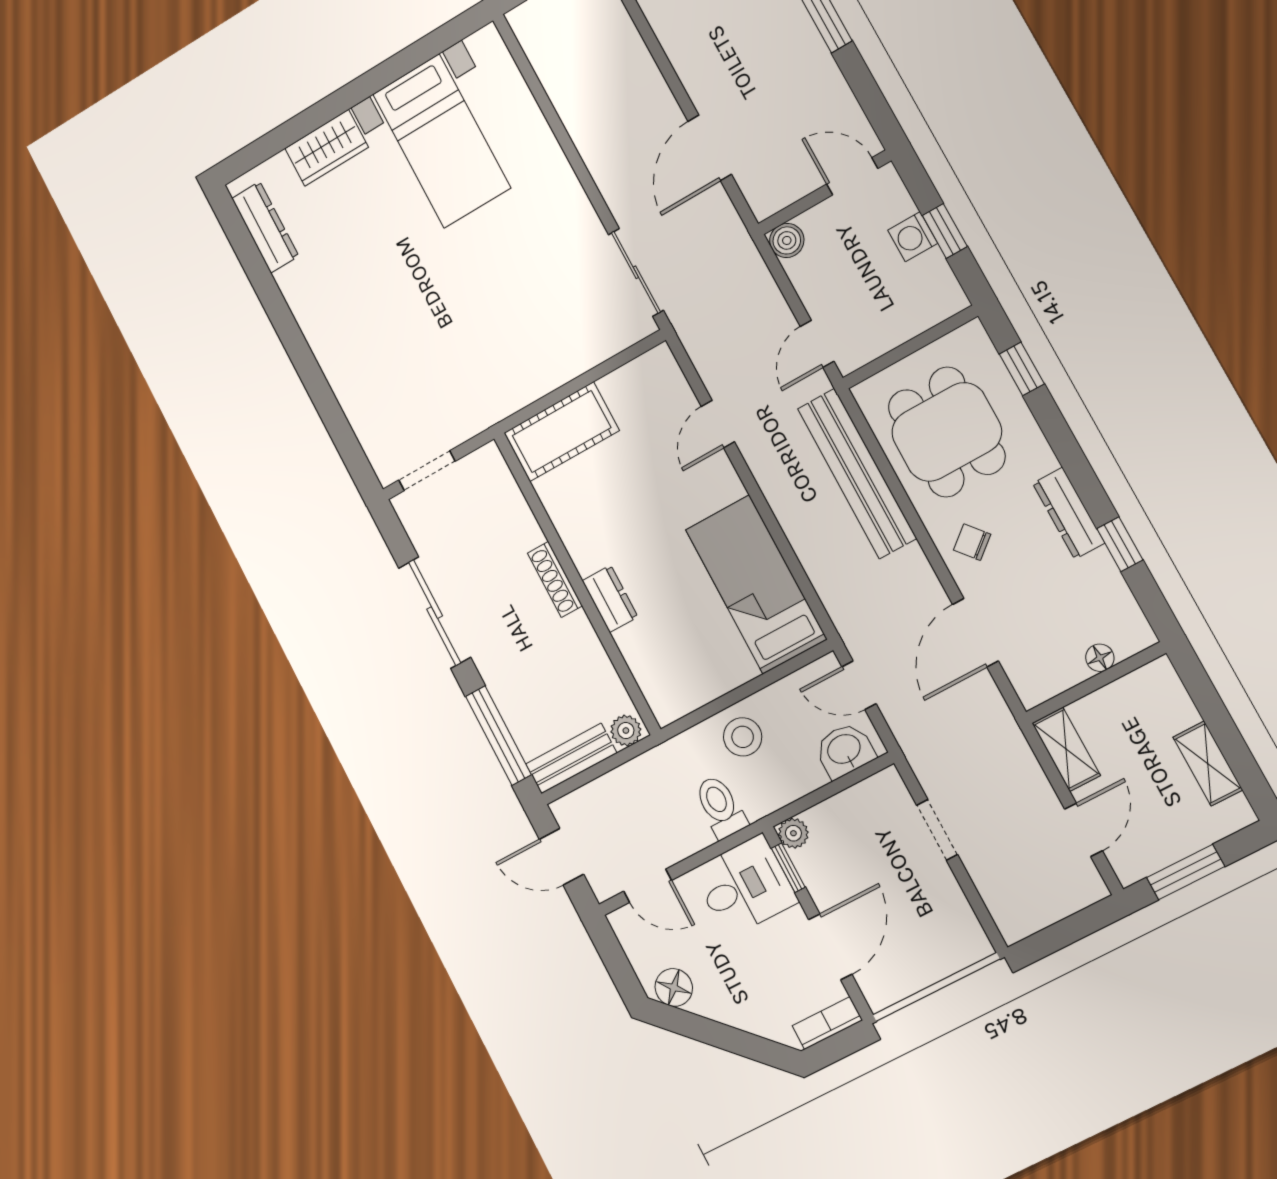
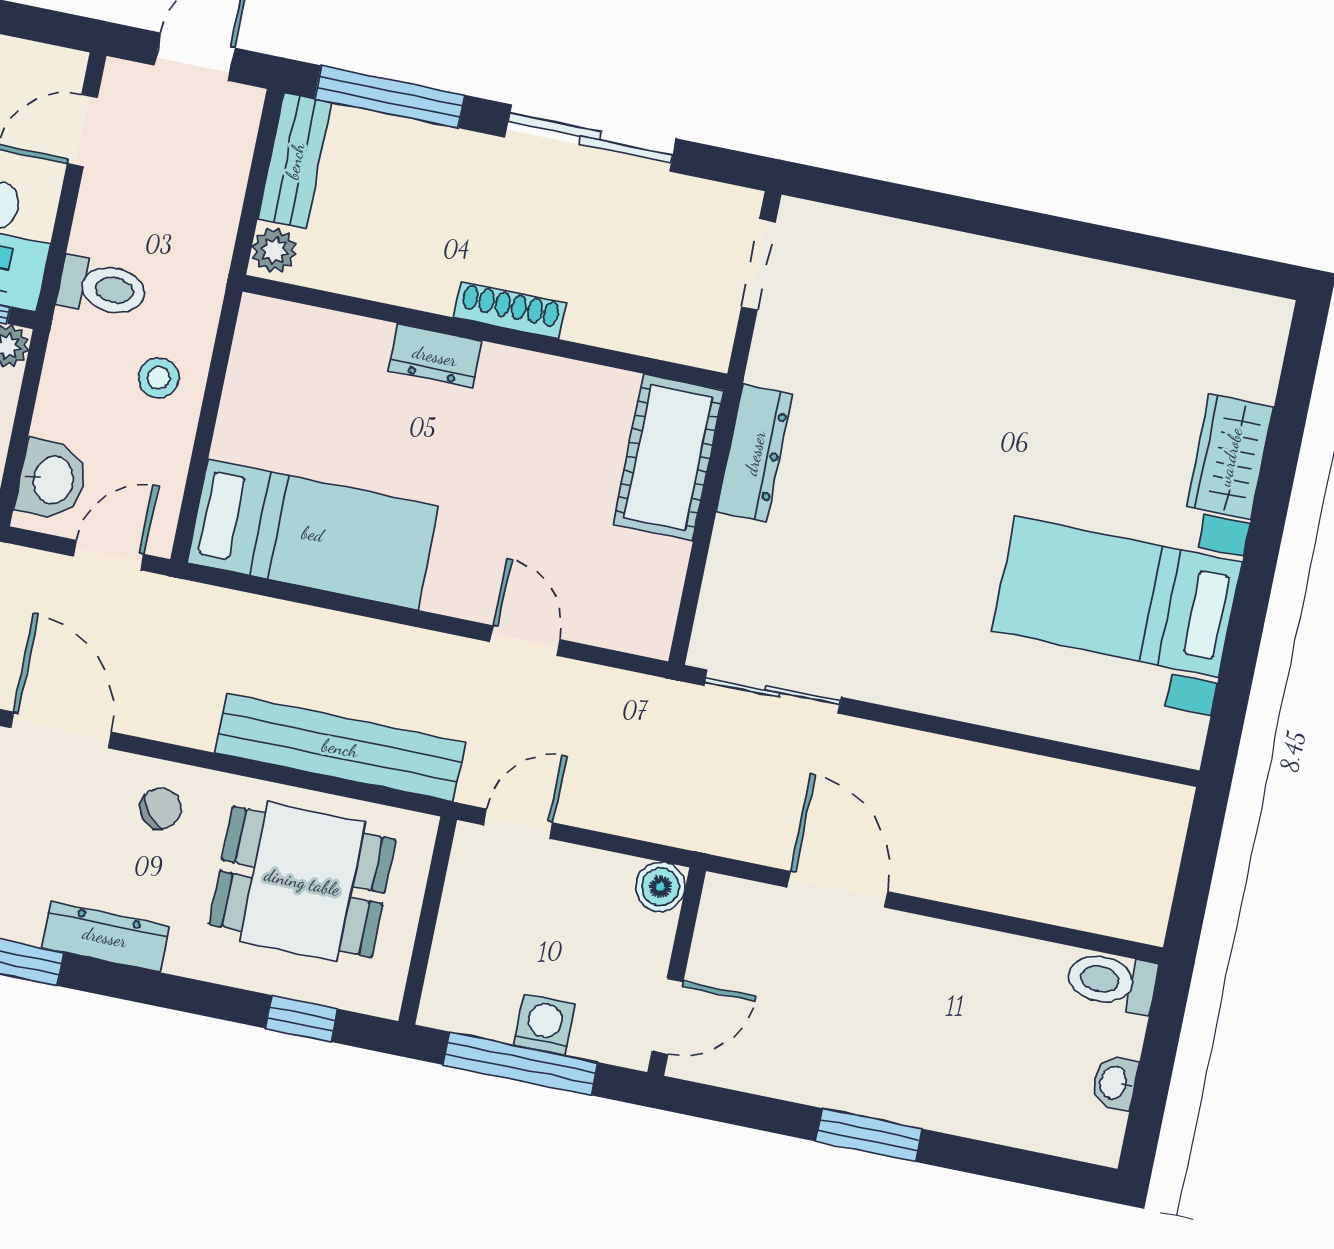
dresser: (265, 227) -> (755, 453), moved, turned -90
window: (945, 231) -> (521, 1064), width x2.17
door: (817, 344) -> (518, 824), hinge flipped
stool: (743, 737) -> (159, 378), width x0.73, depth x0.73

